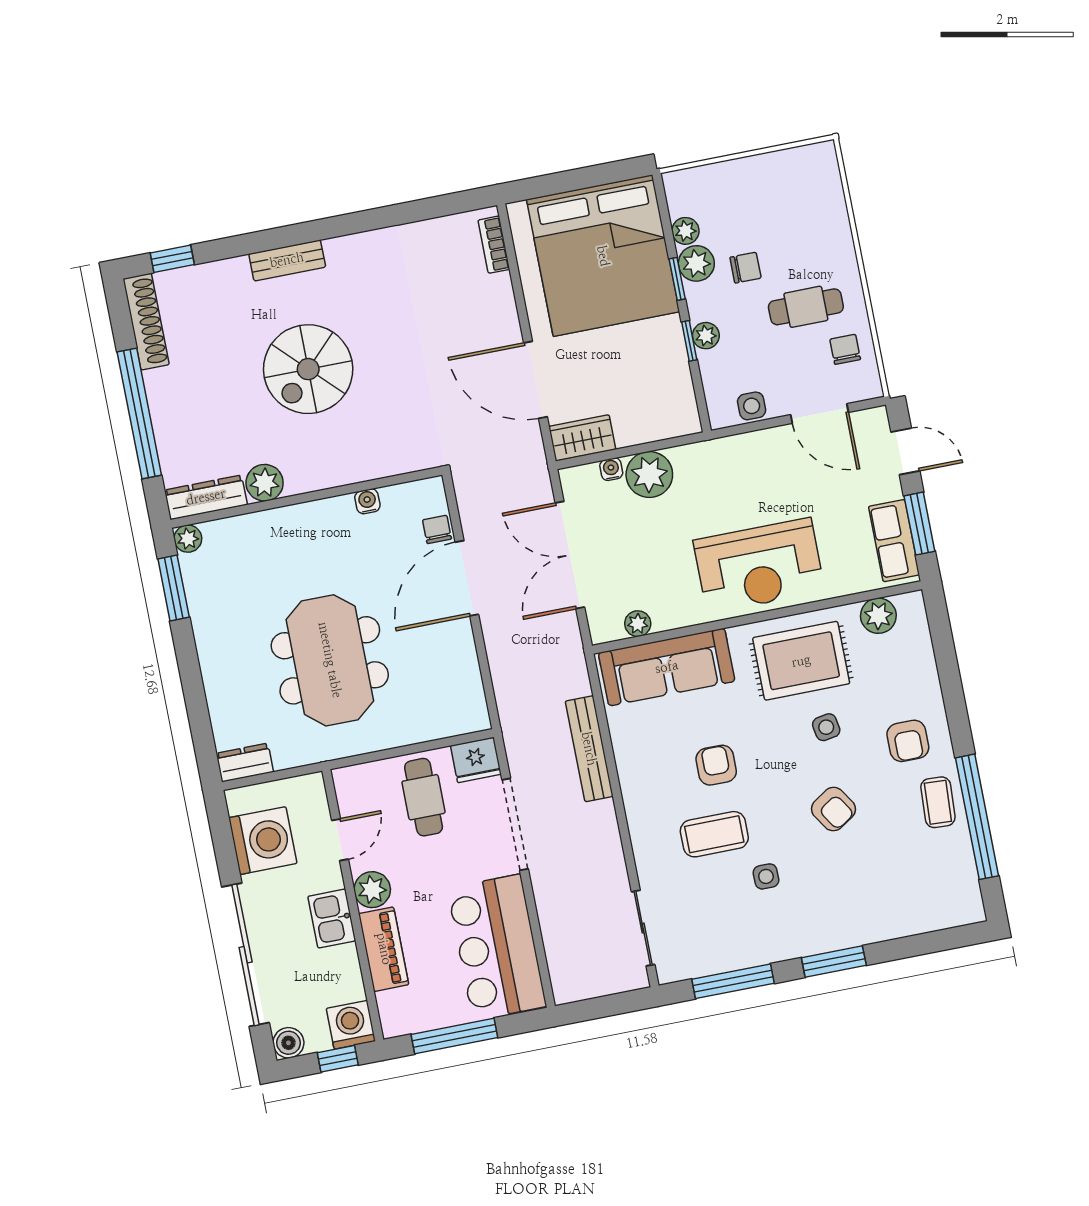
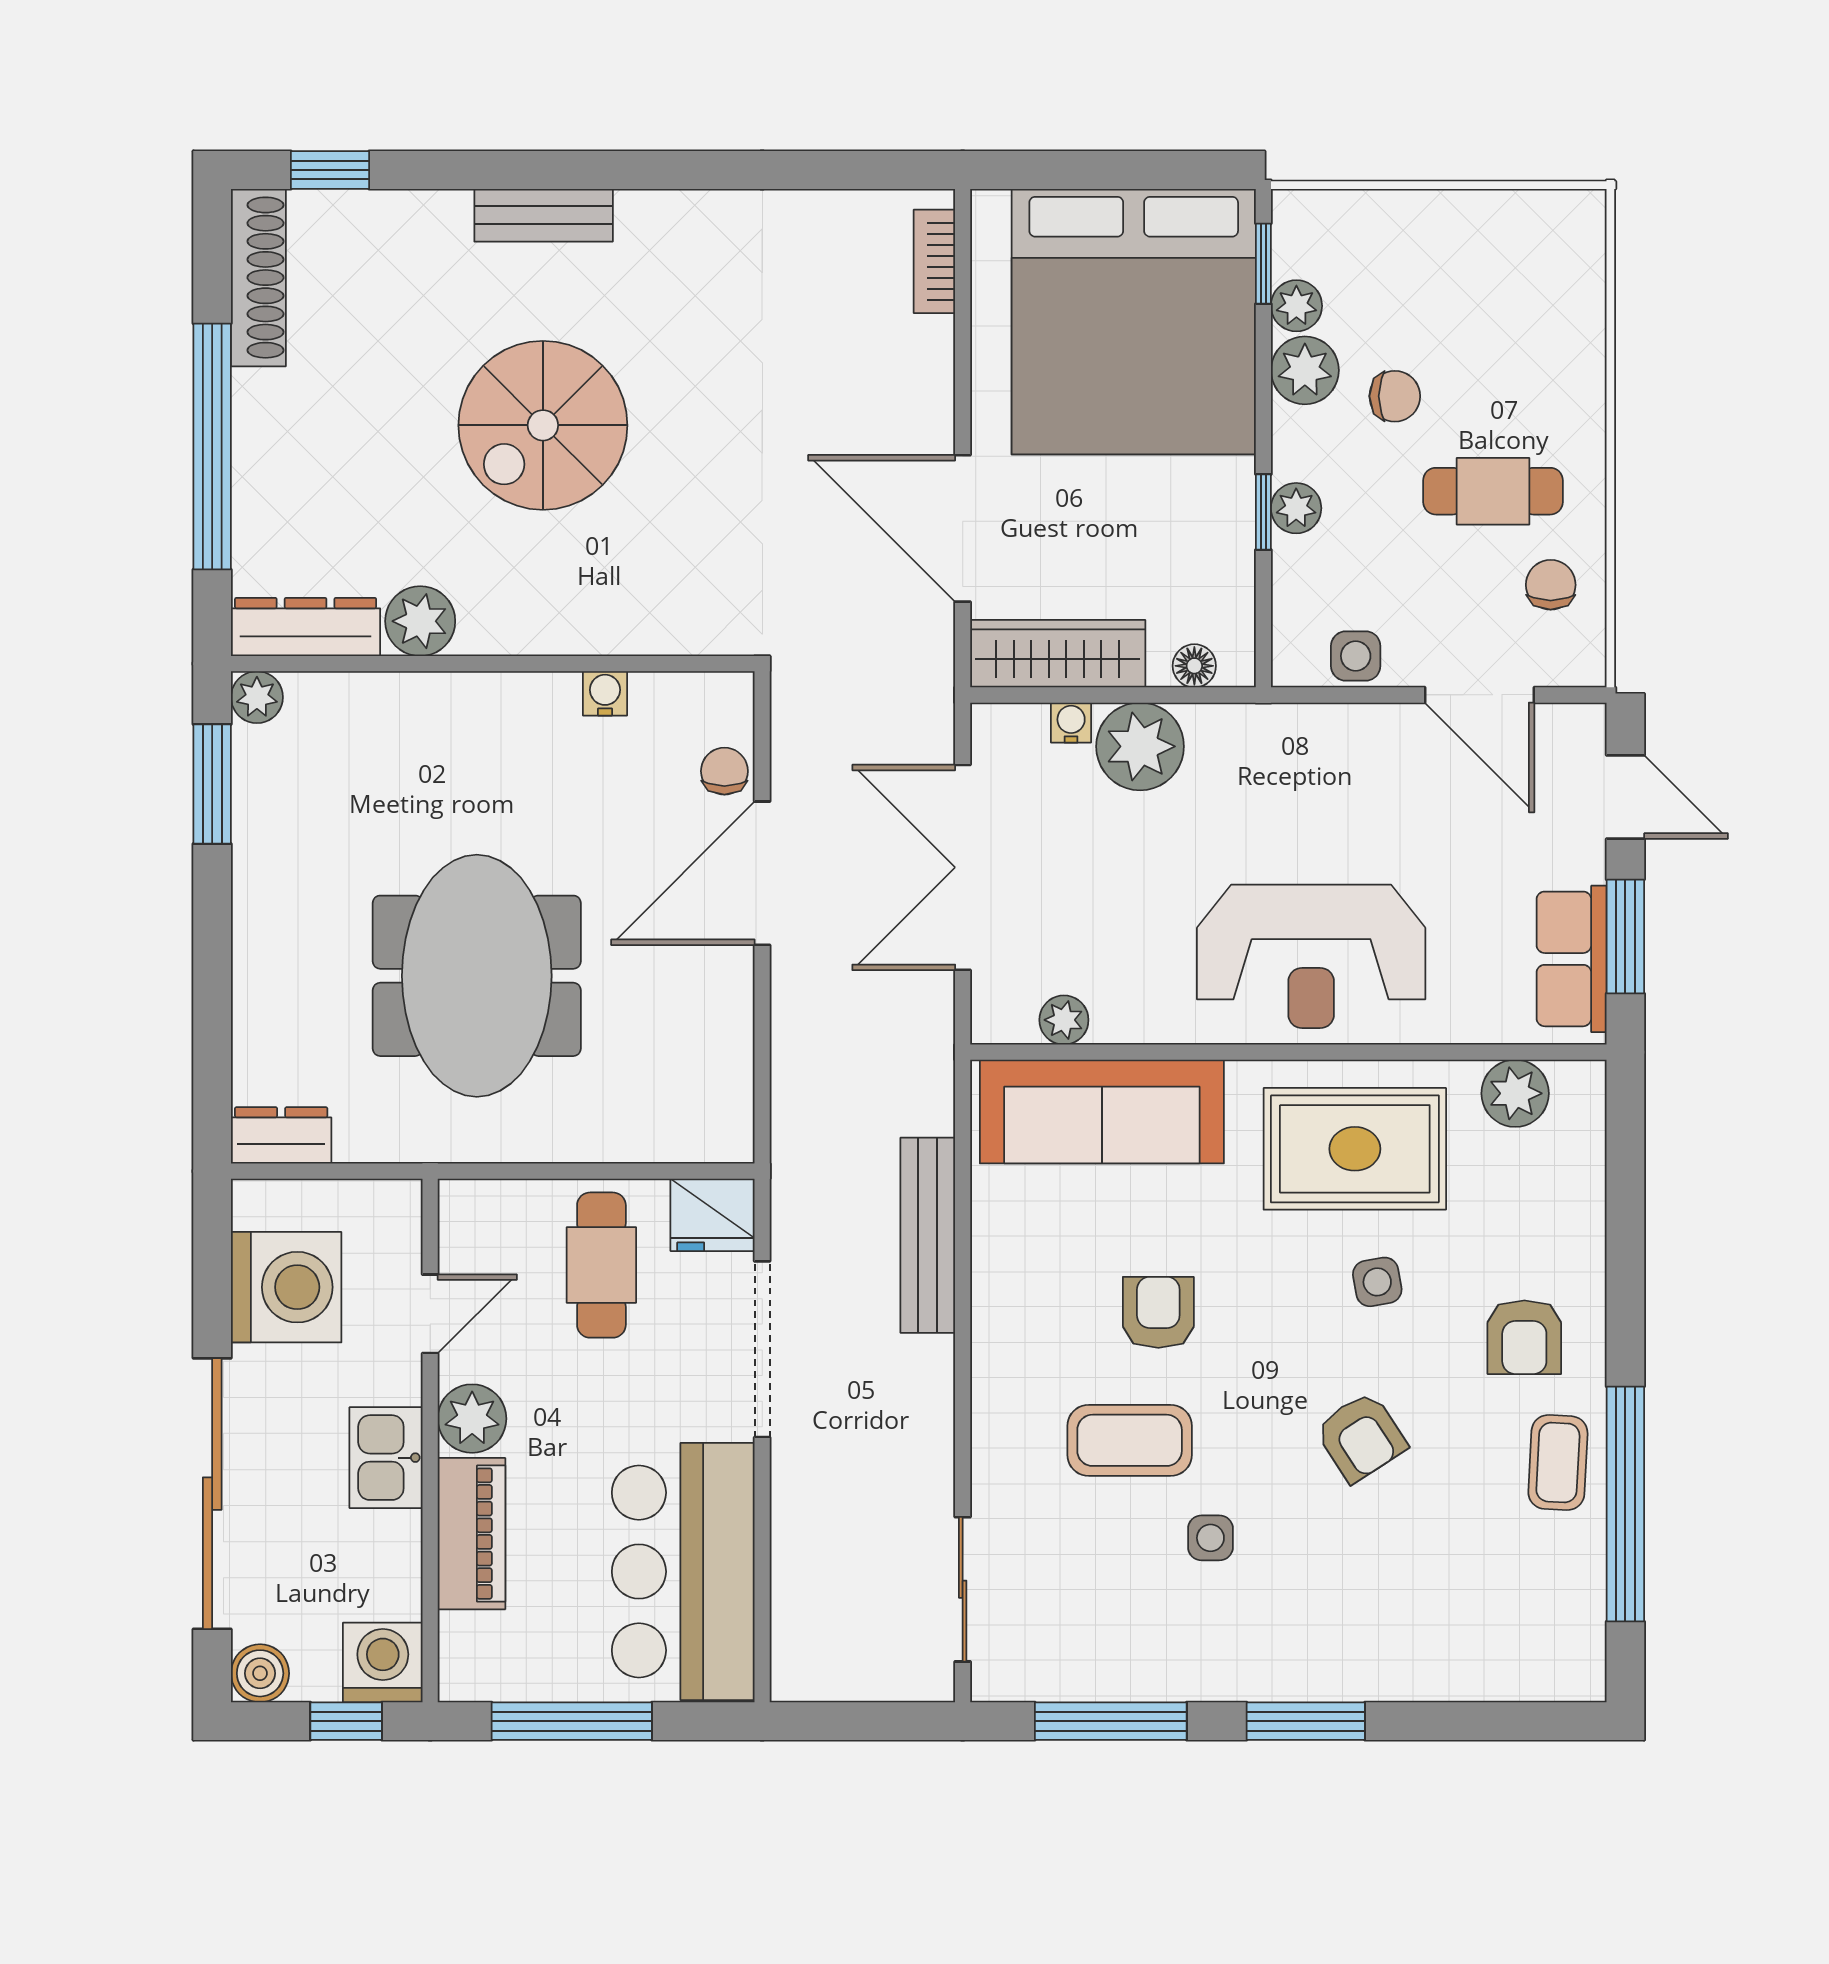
window: (677, 279) -> (1263, 264), moved
floor lamp: (669, 427) -> (1194, 666), added
wardrobe: (582, 438) -> (1058, 654), width x1.50

